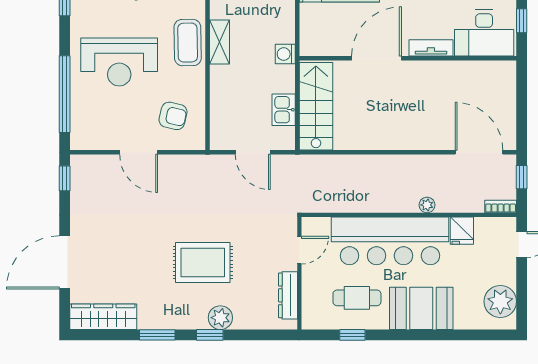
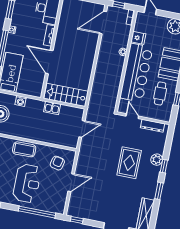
shelving: (220, 42) -> (27, 134), removed
washing machine: (285, 54) -> (21, 101), moved
kitchen sink: (284, 110) -> (52, 108), moved

